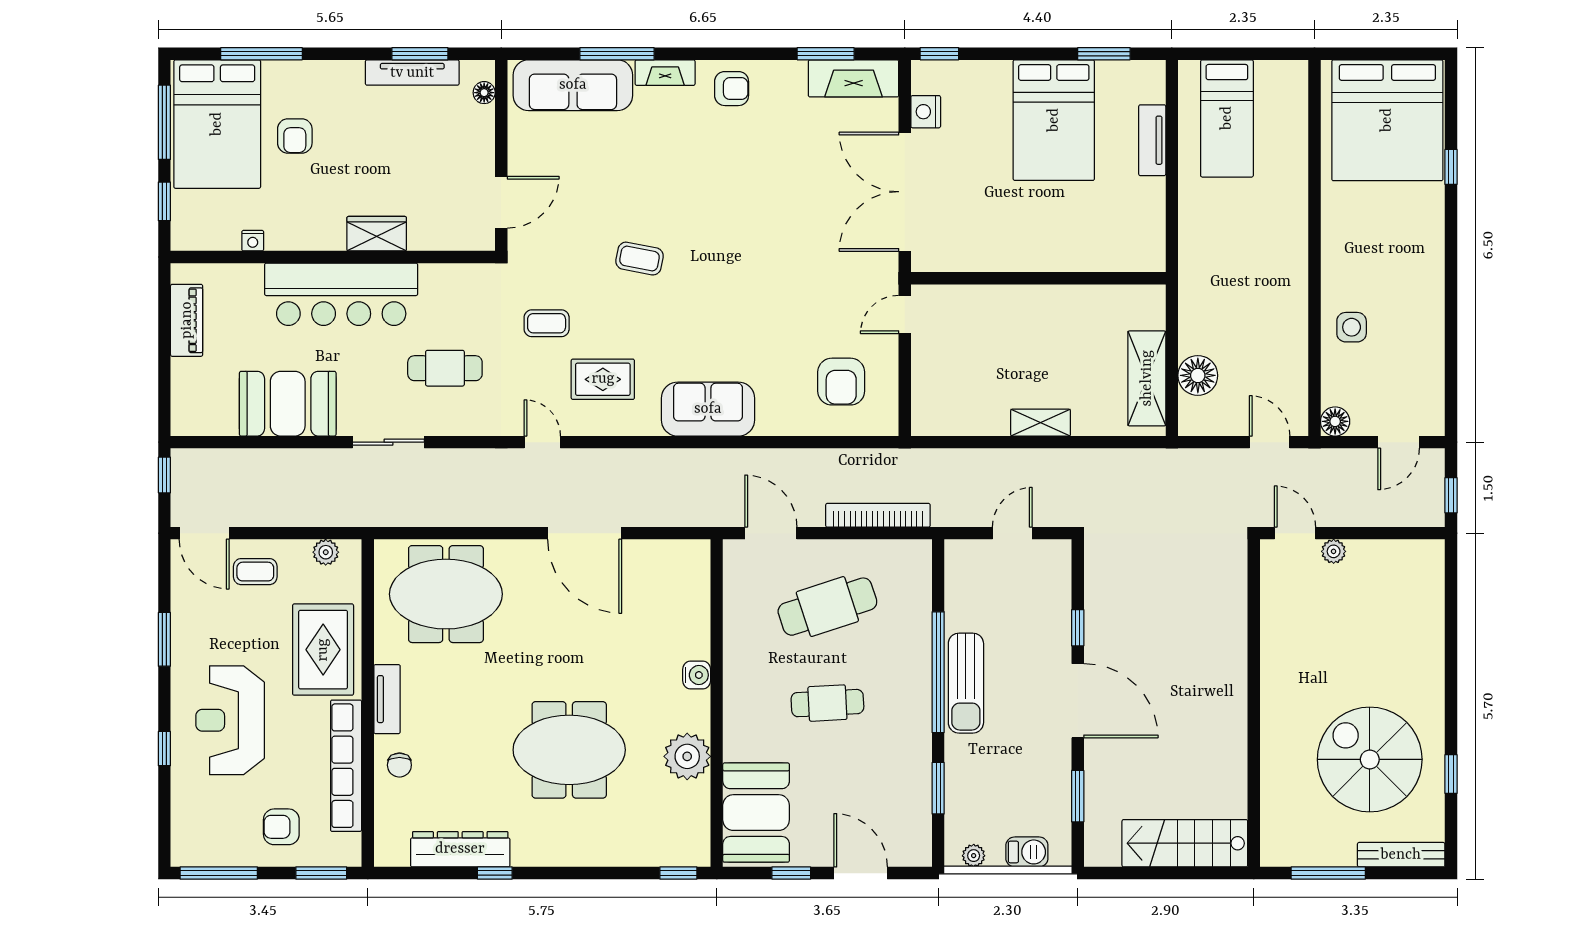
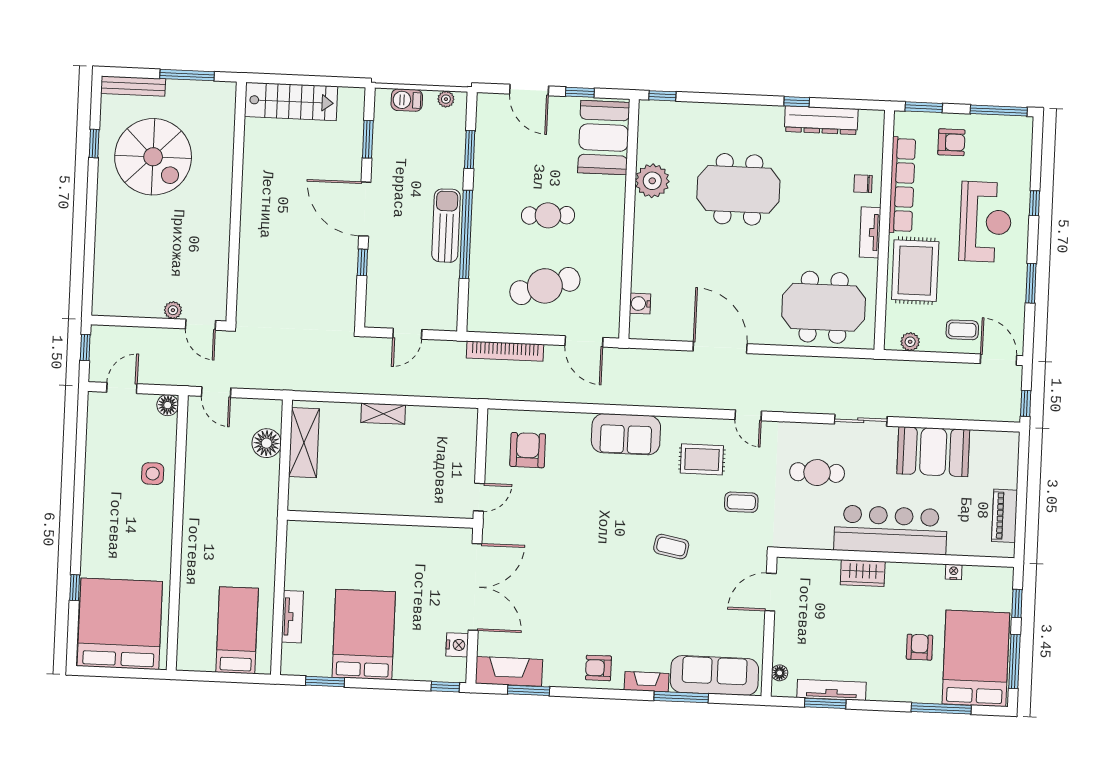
water cooler: (697, 675) -> (640, 304), moved
chair: (399, 765) -> (863, 184), turned -90

